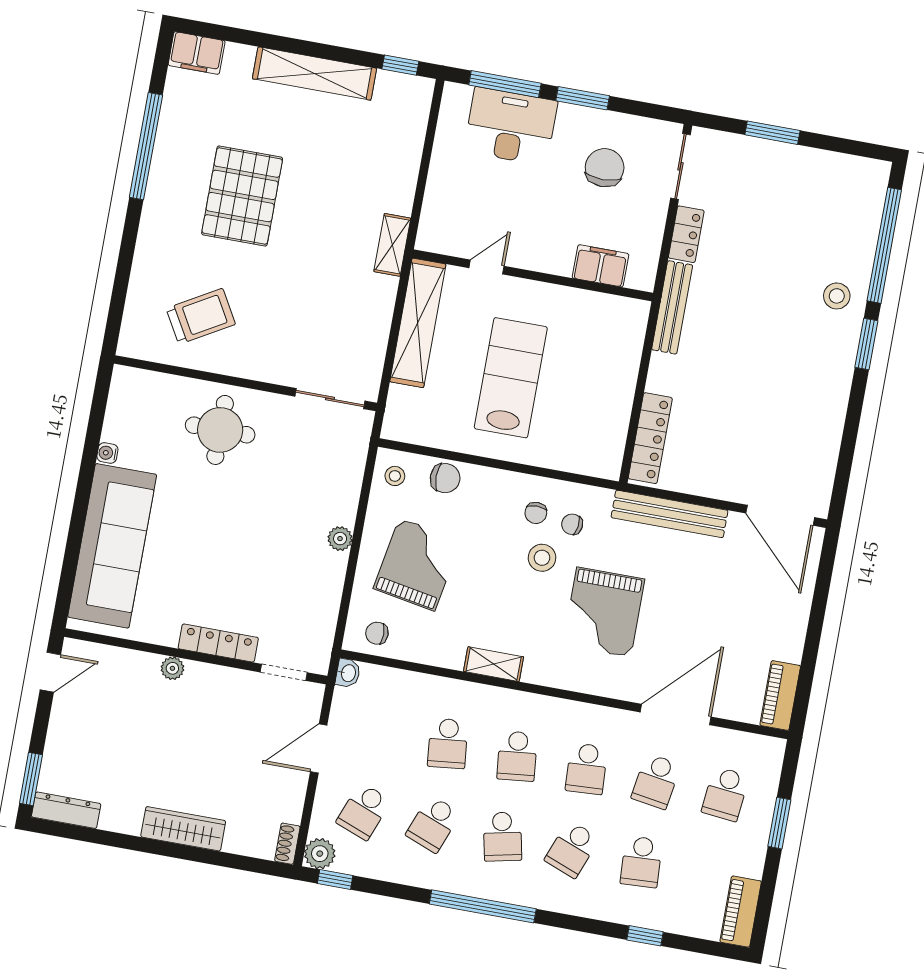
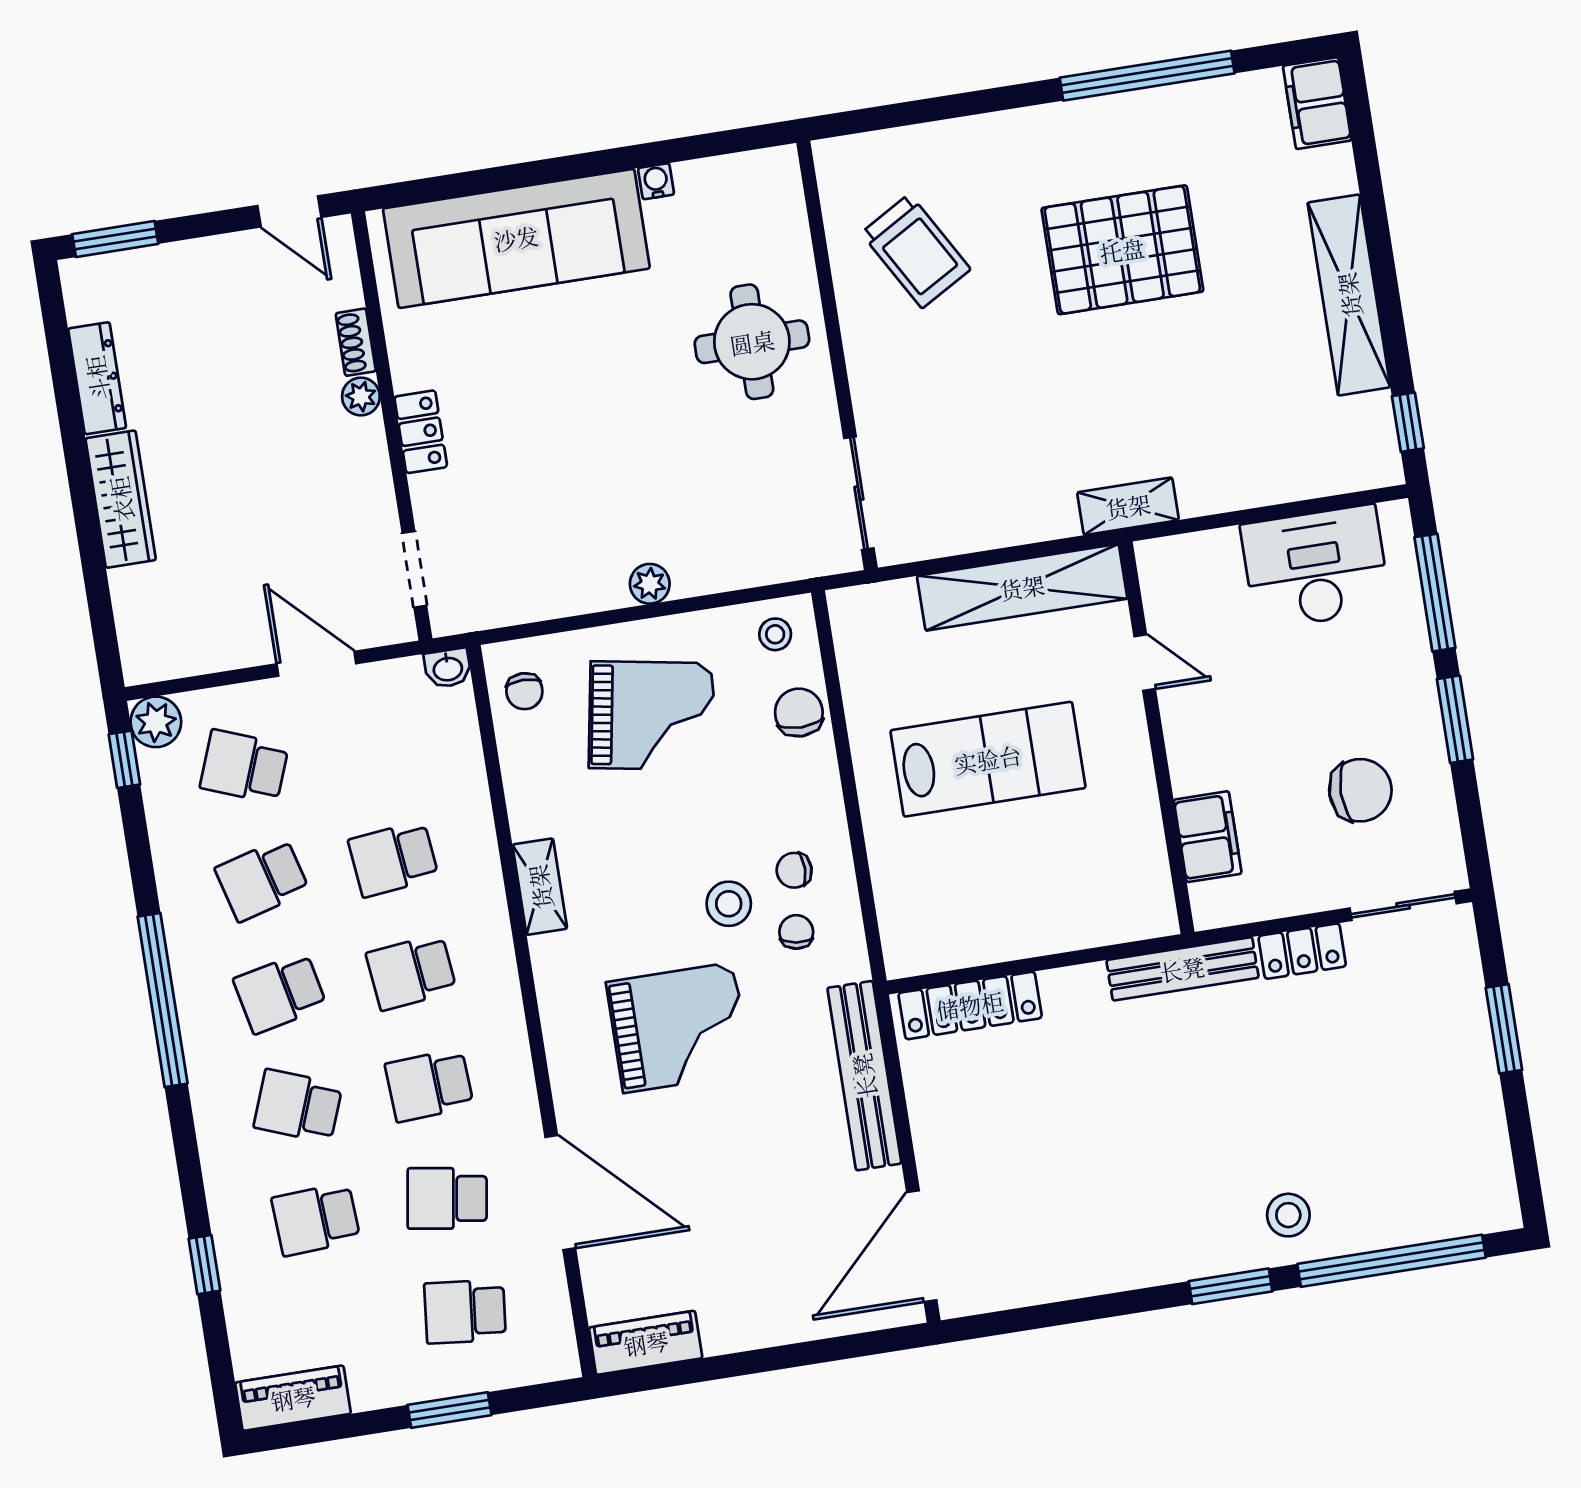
desk: (511, 126) -> (1315, 567), moved, turned -90
chair: (445, 478) -> (799, 712), turned 180
grand piano: (604, 612) -> (679, 1028), turned 180
chair: (377, 633) -> (524, 691), turned 180
locker: (218, 643) -> (421, 432), width x0.66
dresser: (66, 810) -> (97, 378), moved
school desk: (433, 824) -> (262, 880), turned -36
shoe rack: (287, 844) -> (356, 342), moved, turned -90

